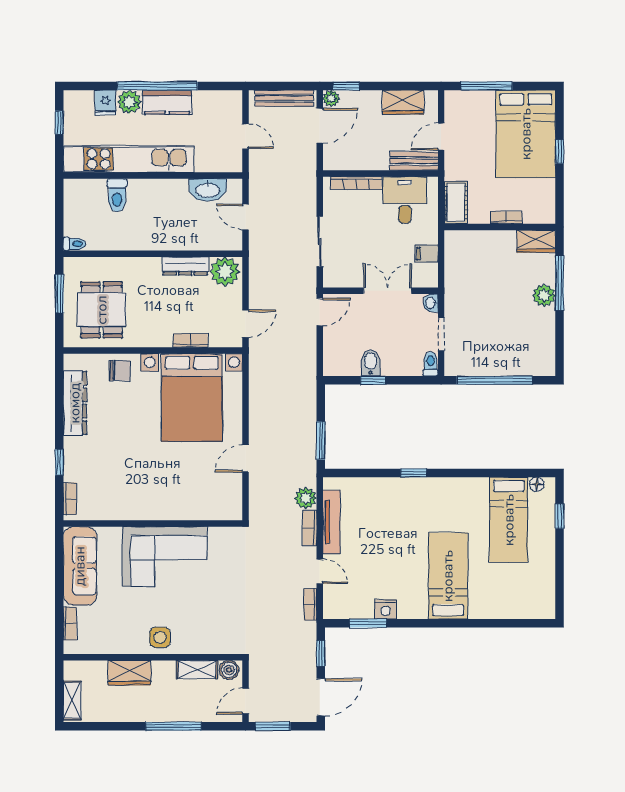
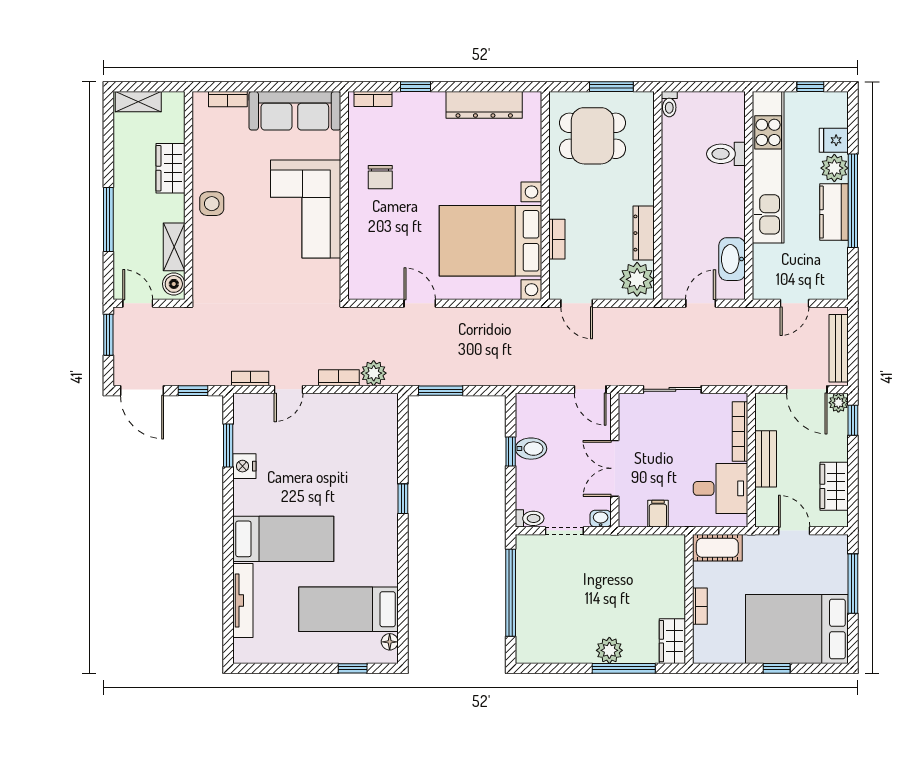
bench: (414, 161) -> (766, 459), moved
double door: (388, 291) -> (615, 468), swing flipped
chair: (120, 371) -> (380, 177), moved
tv unit: (331, 522) -> (243, 601), moved, turned -90

